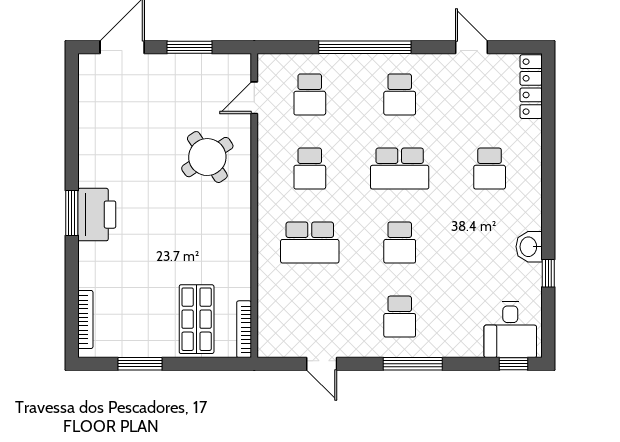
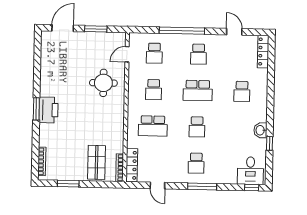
round table: (207, 157) -> (103, 83), turned 34
locker: (268, 324) -> (132, 165), added

